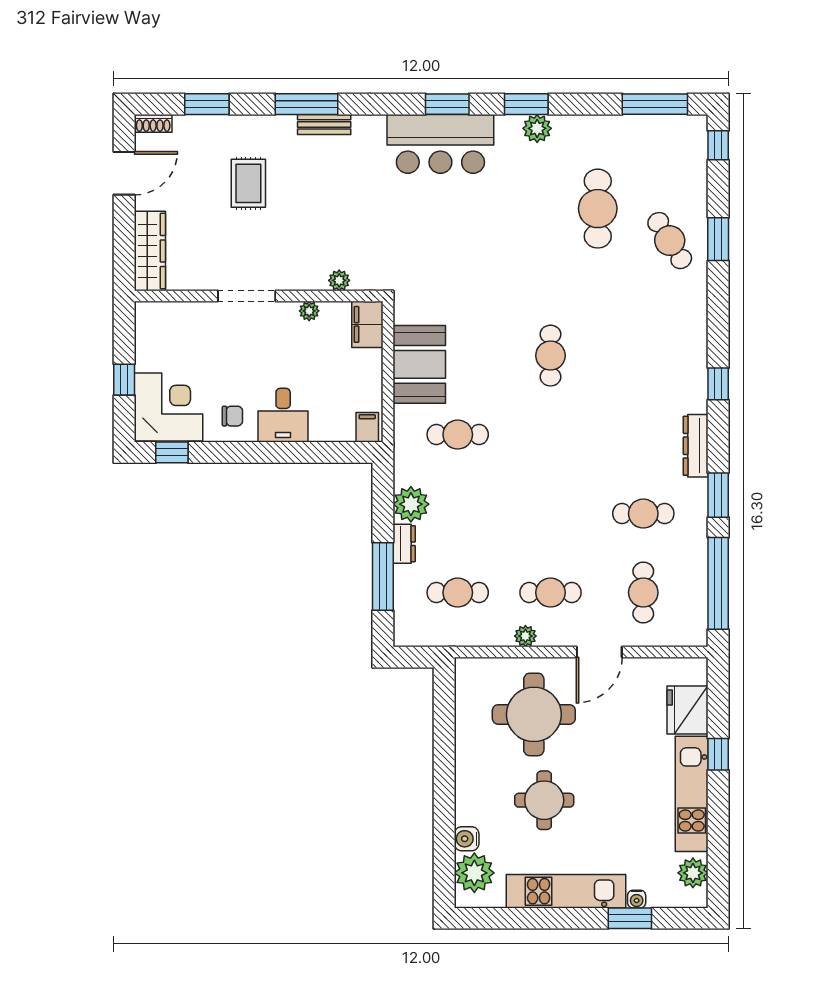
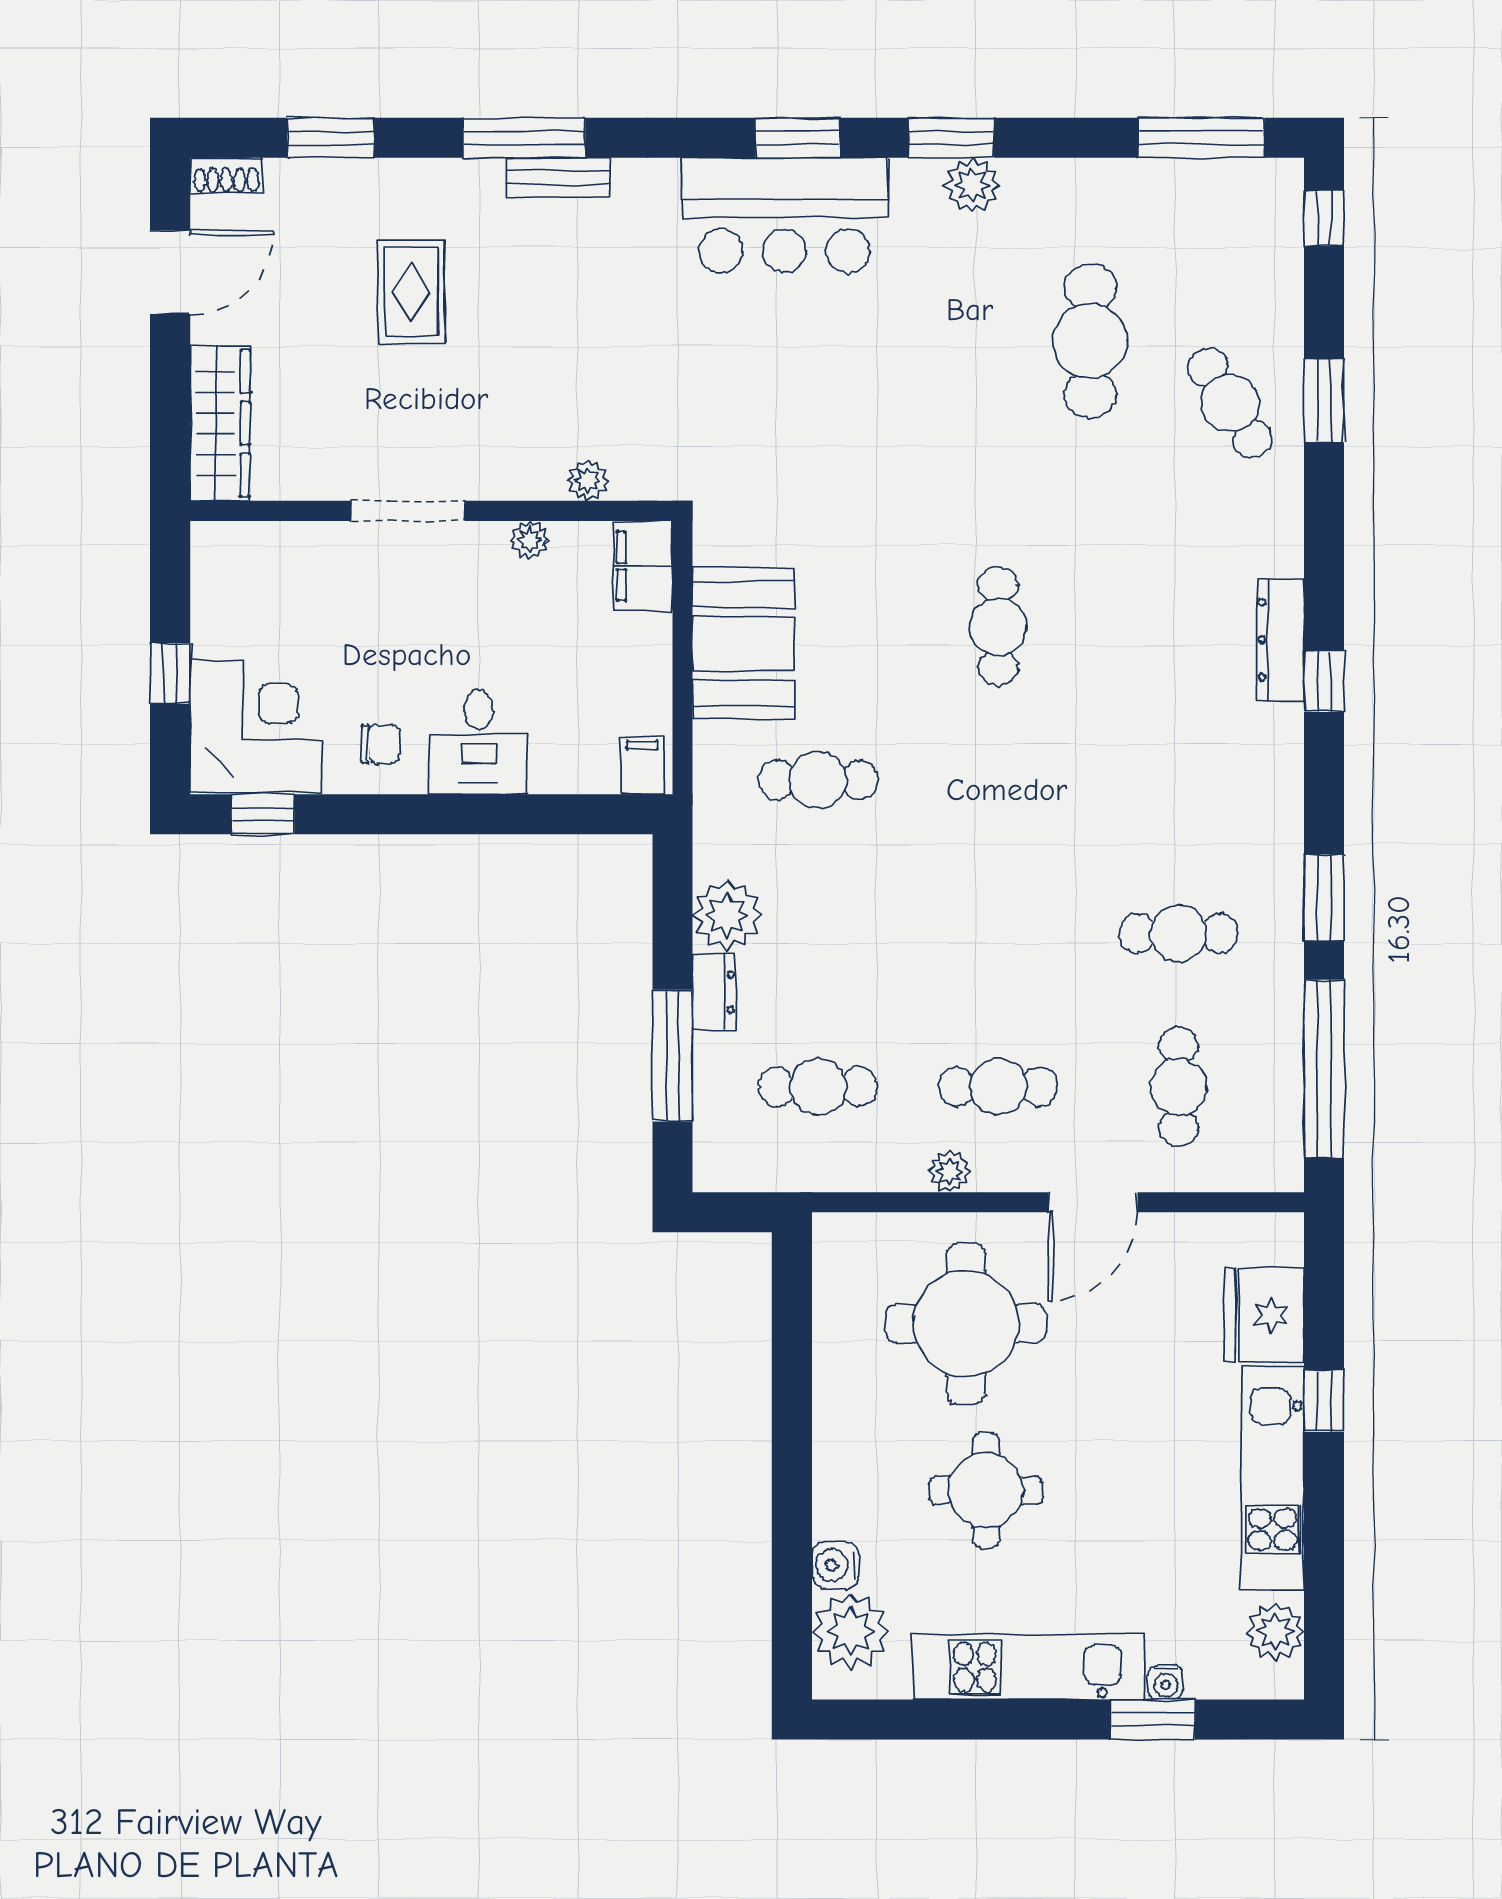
dresser: (696, 446) -> (1280, 640), moved

